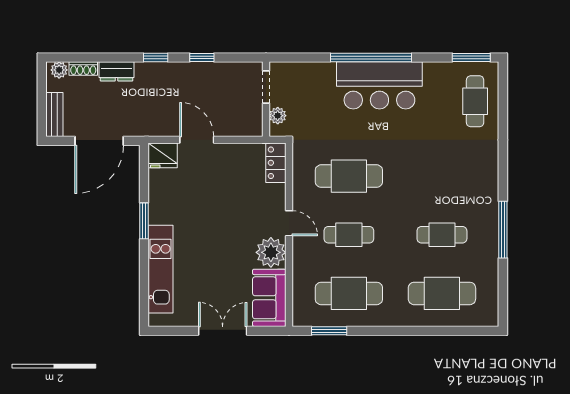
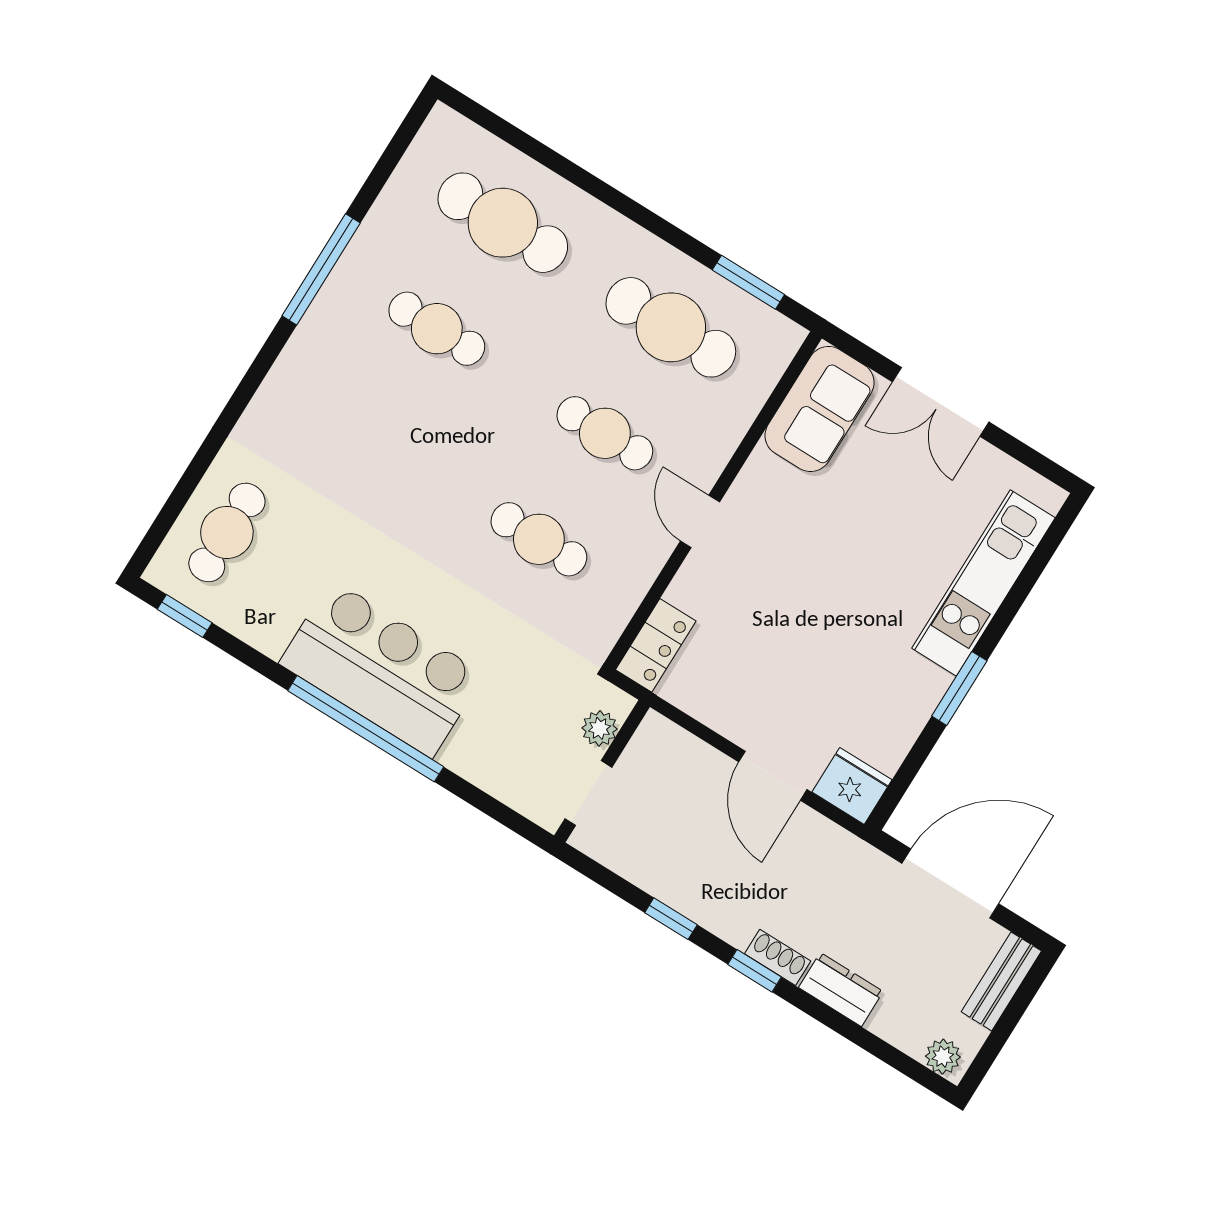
window: (471, 57) -> (185, 616), width x0.67
shoe rack: (83, 68) -> (778, 957), moved
cafe table: (349, 176) -> (539, 539), width x0.73, depth x0.74
plant: (271, 252) -> (765, 489), removed

